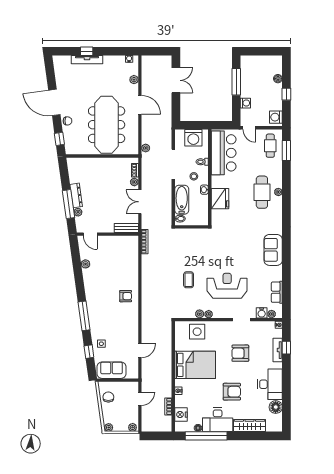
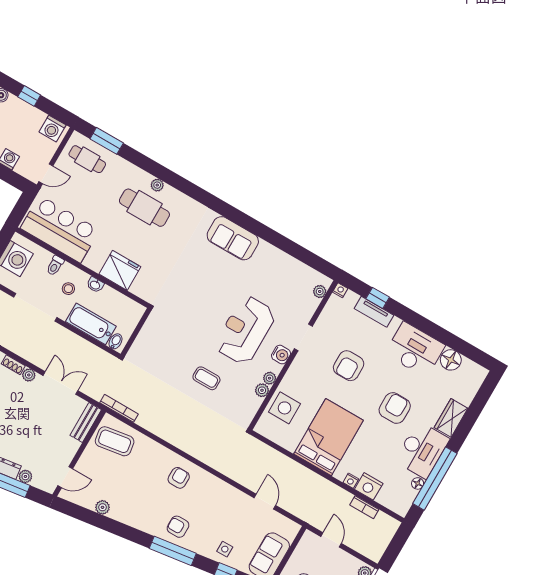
double door: (140, 202) -> (60, 383), swing flipped
coffee table: (125, 250) -> (115, 441), added
row of seats: (277, 292) -> (294, 267), removed
armchair: (99, 311) -> (178, 527), added
water cooler: (262, 313) -> (281, 355), moved
nightstand: (181, 415) -> (369, 486), moved
wardrobe: (250, 426) -> (451, 418), width x0.67

